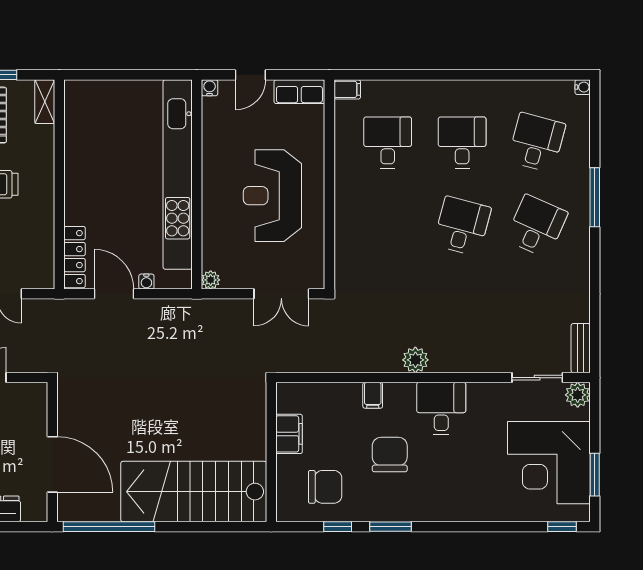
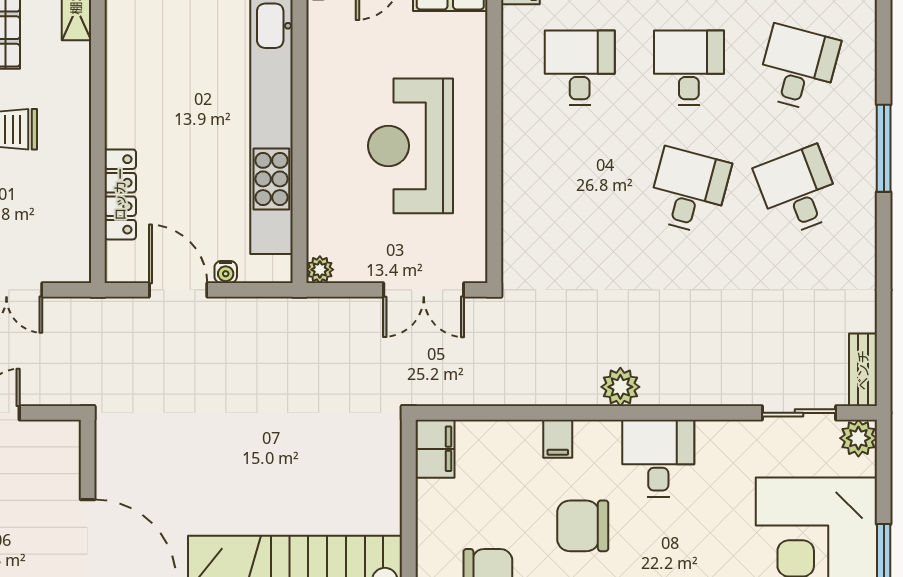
desk: (537, 226) -> (798, 191), turned -45
locker: (75, 257) -> (120, 194), moved
filing cabinet: (289, 434) -> (435, 449), moved
chair: (390, 455) -> (583, 526), turned -90

